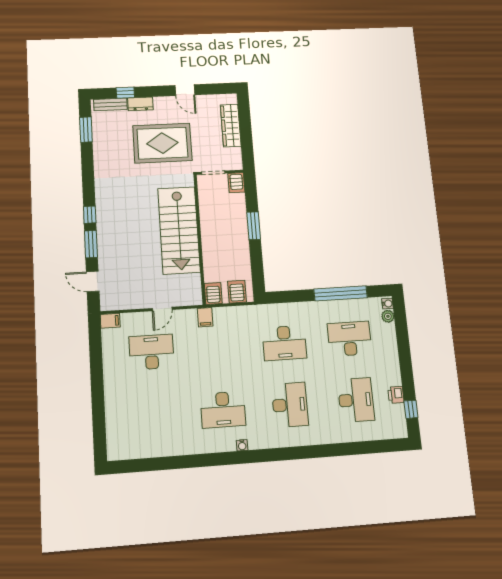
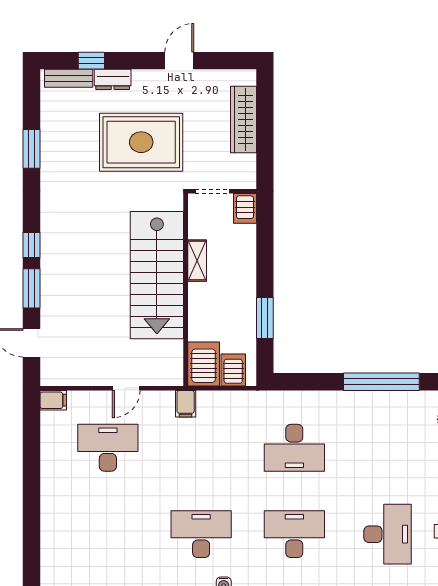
door: (185, 90) -> (179, 61), swing flipped
window: (86, 130) -> (31, 149), moved
shelving: (206, 219) -> (197, 261), added
window: (254, 226) -> (265, 318), moved
server rack: (213, 294) -> (204, 364), width x1.36, depth x1.44
desk: (350, 339) -> (388, 448), removed
desk: (290, 405) -> (294, 534), turned -90
desk: (223, 410) -> (201, 534), turned 180

